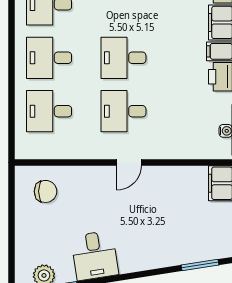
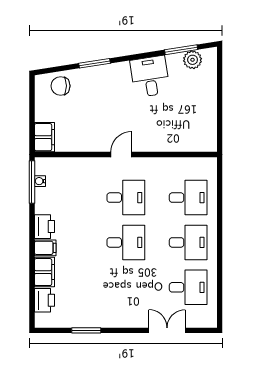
chair: (46, 191) -> (61, 86), moved
window: (200, 265) -> (95, 63), moved

